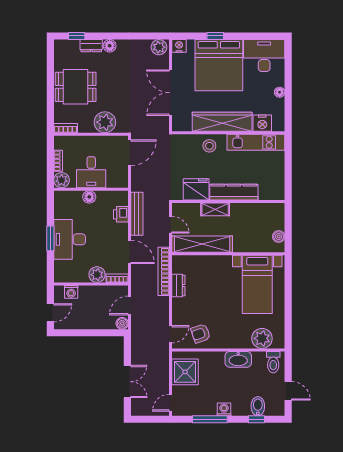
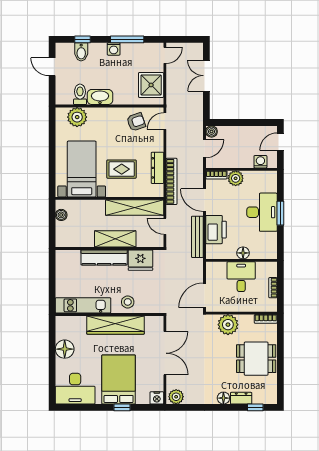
bed: (219, 65) -> (119, 379), width x0.73
floor lamp: (280, 92) -> (65, 349), width x1.89, depth x1.89
nightstand: (262, 123) -> (77, 324), removed
plant: (62, 180) -> (270, 269), removed
shelving: (215, 209) -> (115, 239), width x1.50, depth x1.33
printer: (121, 214) -> (216, 230), width x1.87, depth x1.48
rug: (216, 284) -> (122, 169), added
dresser: (178, 286) -> (157, 168), width x1.44
toilet: (273, 362) -> (80, 94), moved

